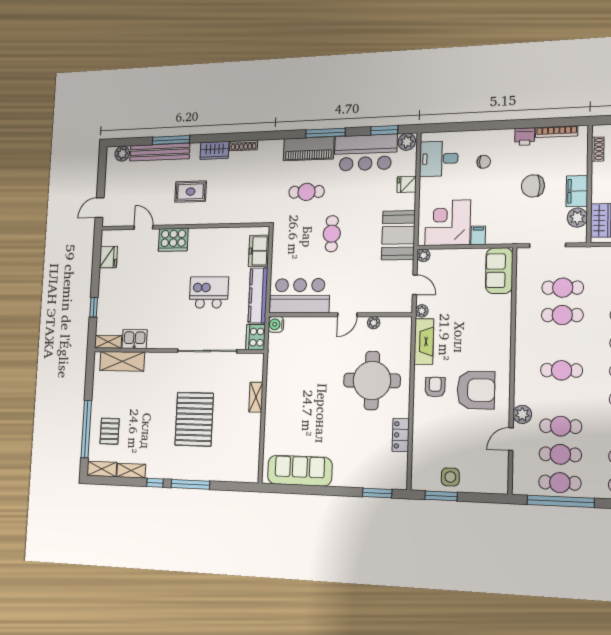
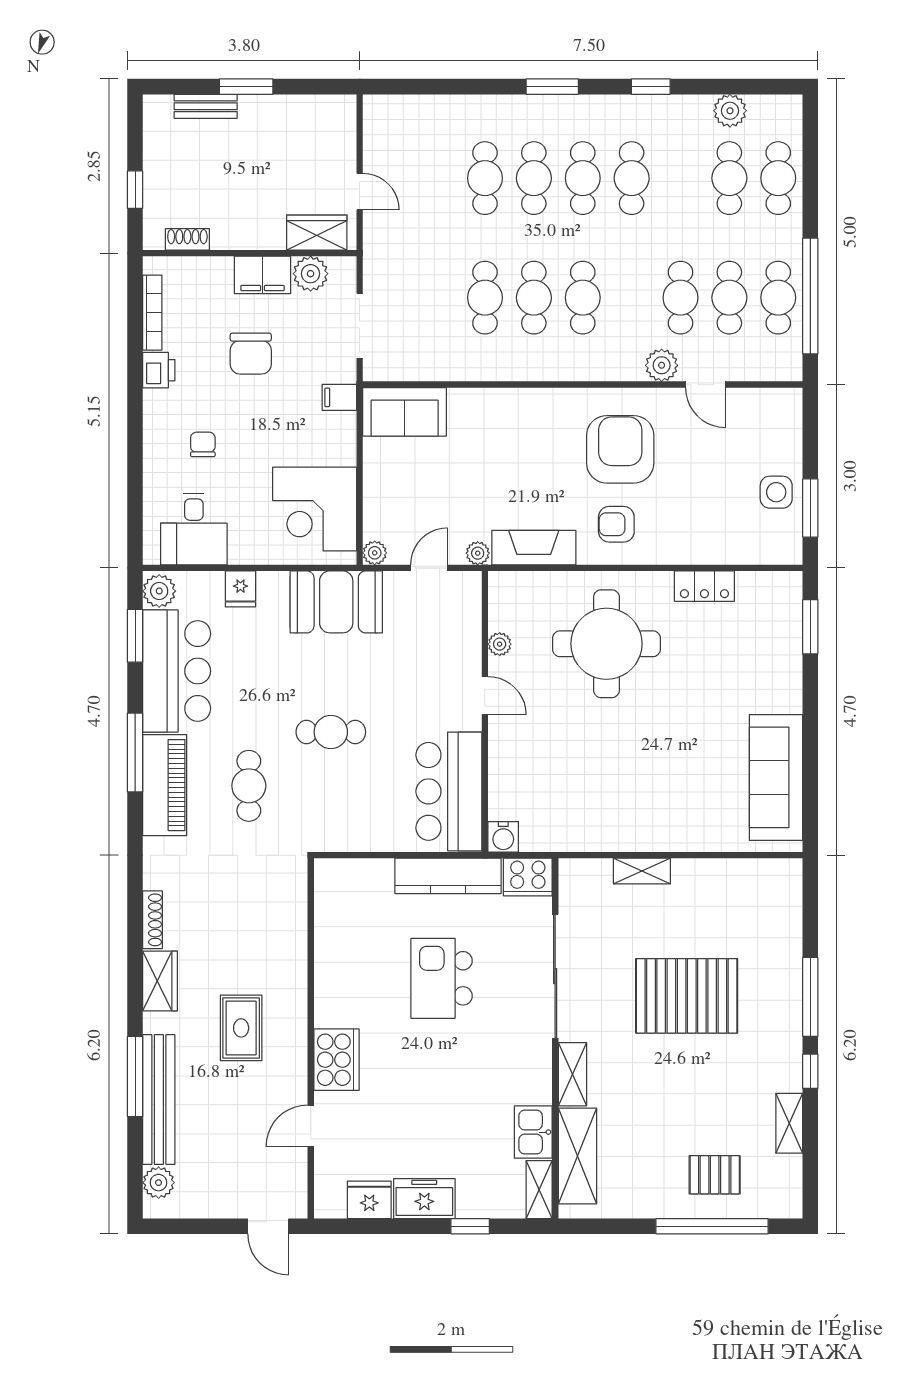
filing cabinet: (478, 235) -> (339, 397), moved
freezer: (259, 251) -> (424, 1199), moved, turned 180
cafe table: (563, 288) -> (534, 298), moved
shelving: (102, 469) -> (572, 1074), moved

